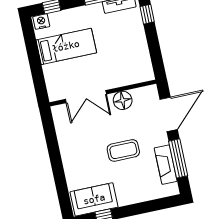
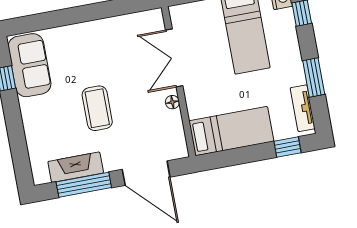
bed: (137, 54) -> (231, 131), added
floor lamp: (123, 100) -> (172, 102), width x0.53, depth x0.53

